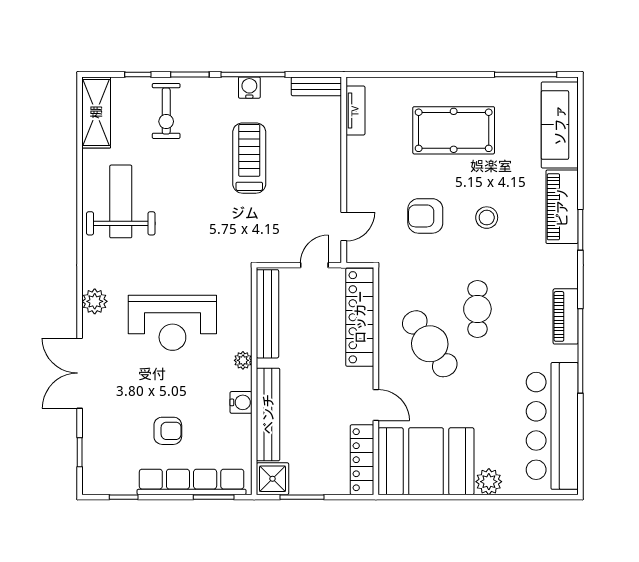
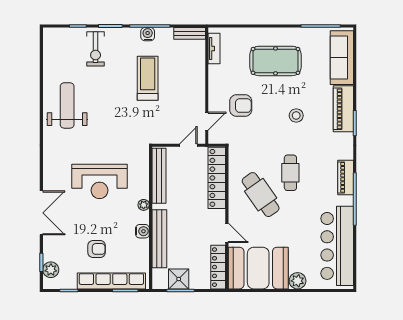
shelving: (96, 112) -> (52, 50), removed
armchair: (425, 216) -> (241, 106), moved, turned 180
plant: (95, 301) -> (51, 270), moved
double door: (80, 373) -> (41, 213), swing flipped
shower: (273, 479) -> (179, 279), moved

